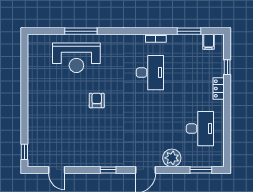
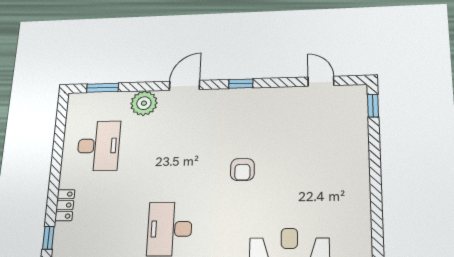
armchair: (97, 100) -> (242, 170), moved
desk: (200, 129) -> (99, 146), turned 180

